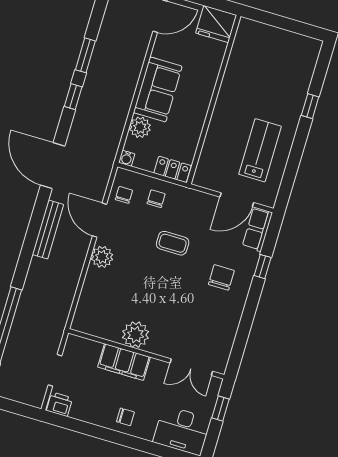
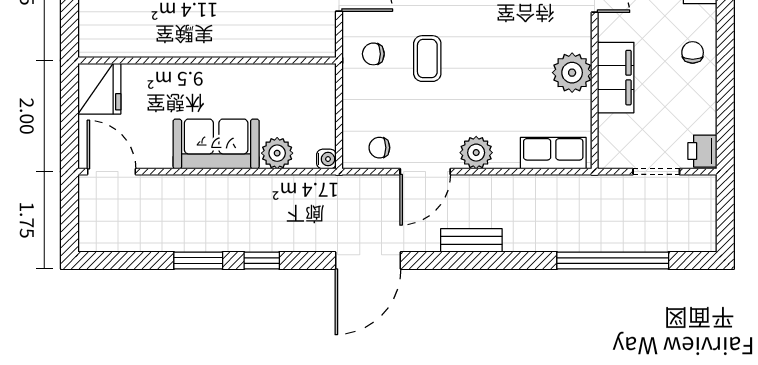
locker: (173, 169) -> (323, 90), removed
chair: (156, 199) -> (373, 54), moved
bench: (48, 230) -> (471, 240), width x0.73
row of seats: (87, 307) -> (553, 153), added

